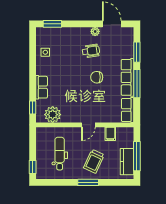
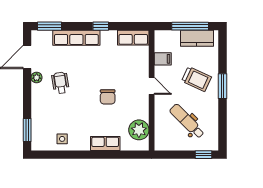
window: (137, 52) -> (50, 26), moved
chair: (97, 77) -> (108, 97), moved
row of seats: (127, 77) -> (76, 38), moved
window: (137, 84) -> (101, 26), width x0.46
window: (33, 108) -> (130, 155), removed
dental chair: (60, 154) -> (187, 121), turned 45

